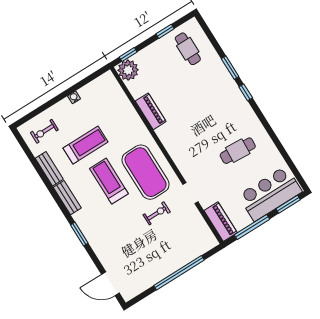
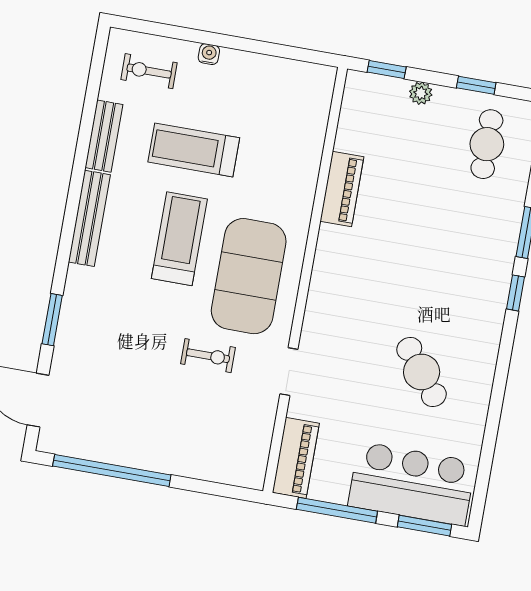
plant: (128, 70) -> (421, 93), moved, width x0.53, depth x0.53
water cooler: (74, 97) -> (209, 54), moved
treadmill: (86, 145) -> (194, 150), turned 180
cafe table: (238, 151) -> (422, 372), turned 49
bench: (67, 198) -> (89, 218), width x1.36
window: (79, 234) -> (52, 320), moved
window: (179, 273) -> (112, 471), moved

